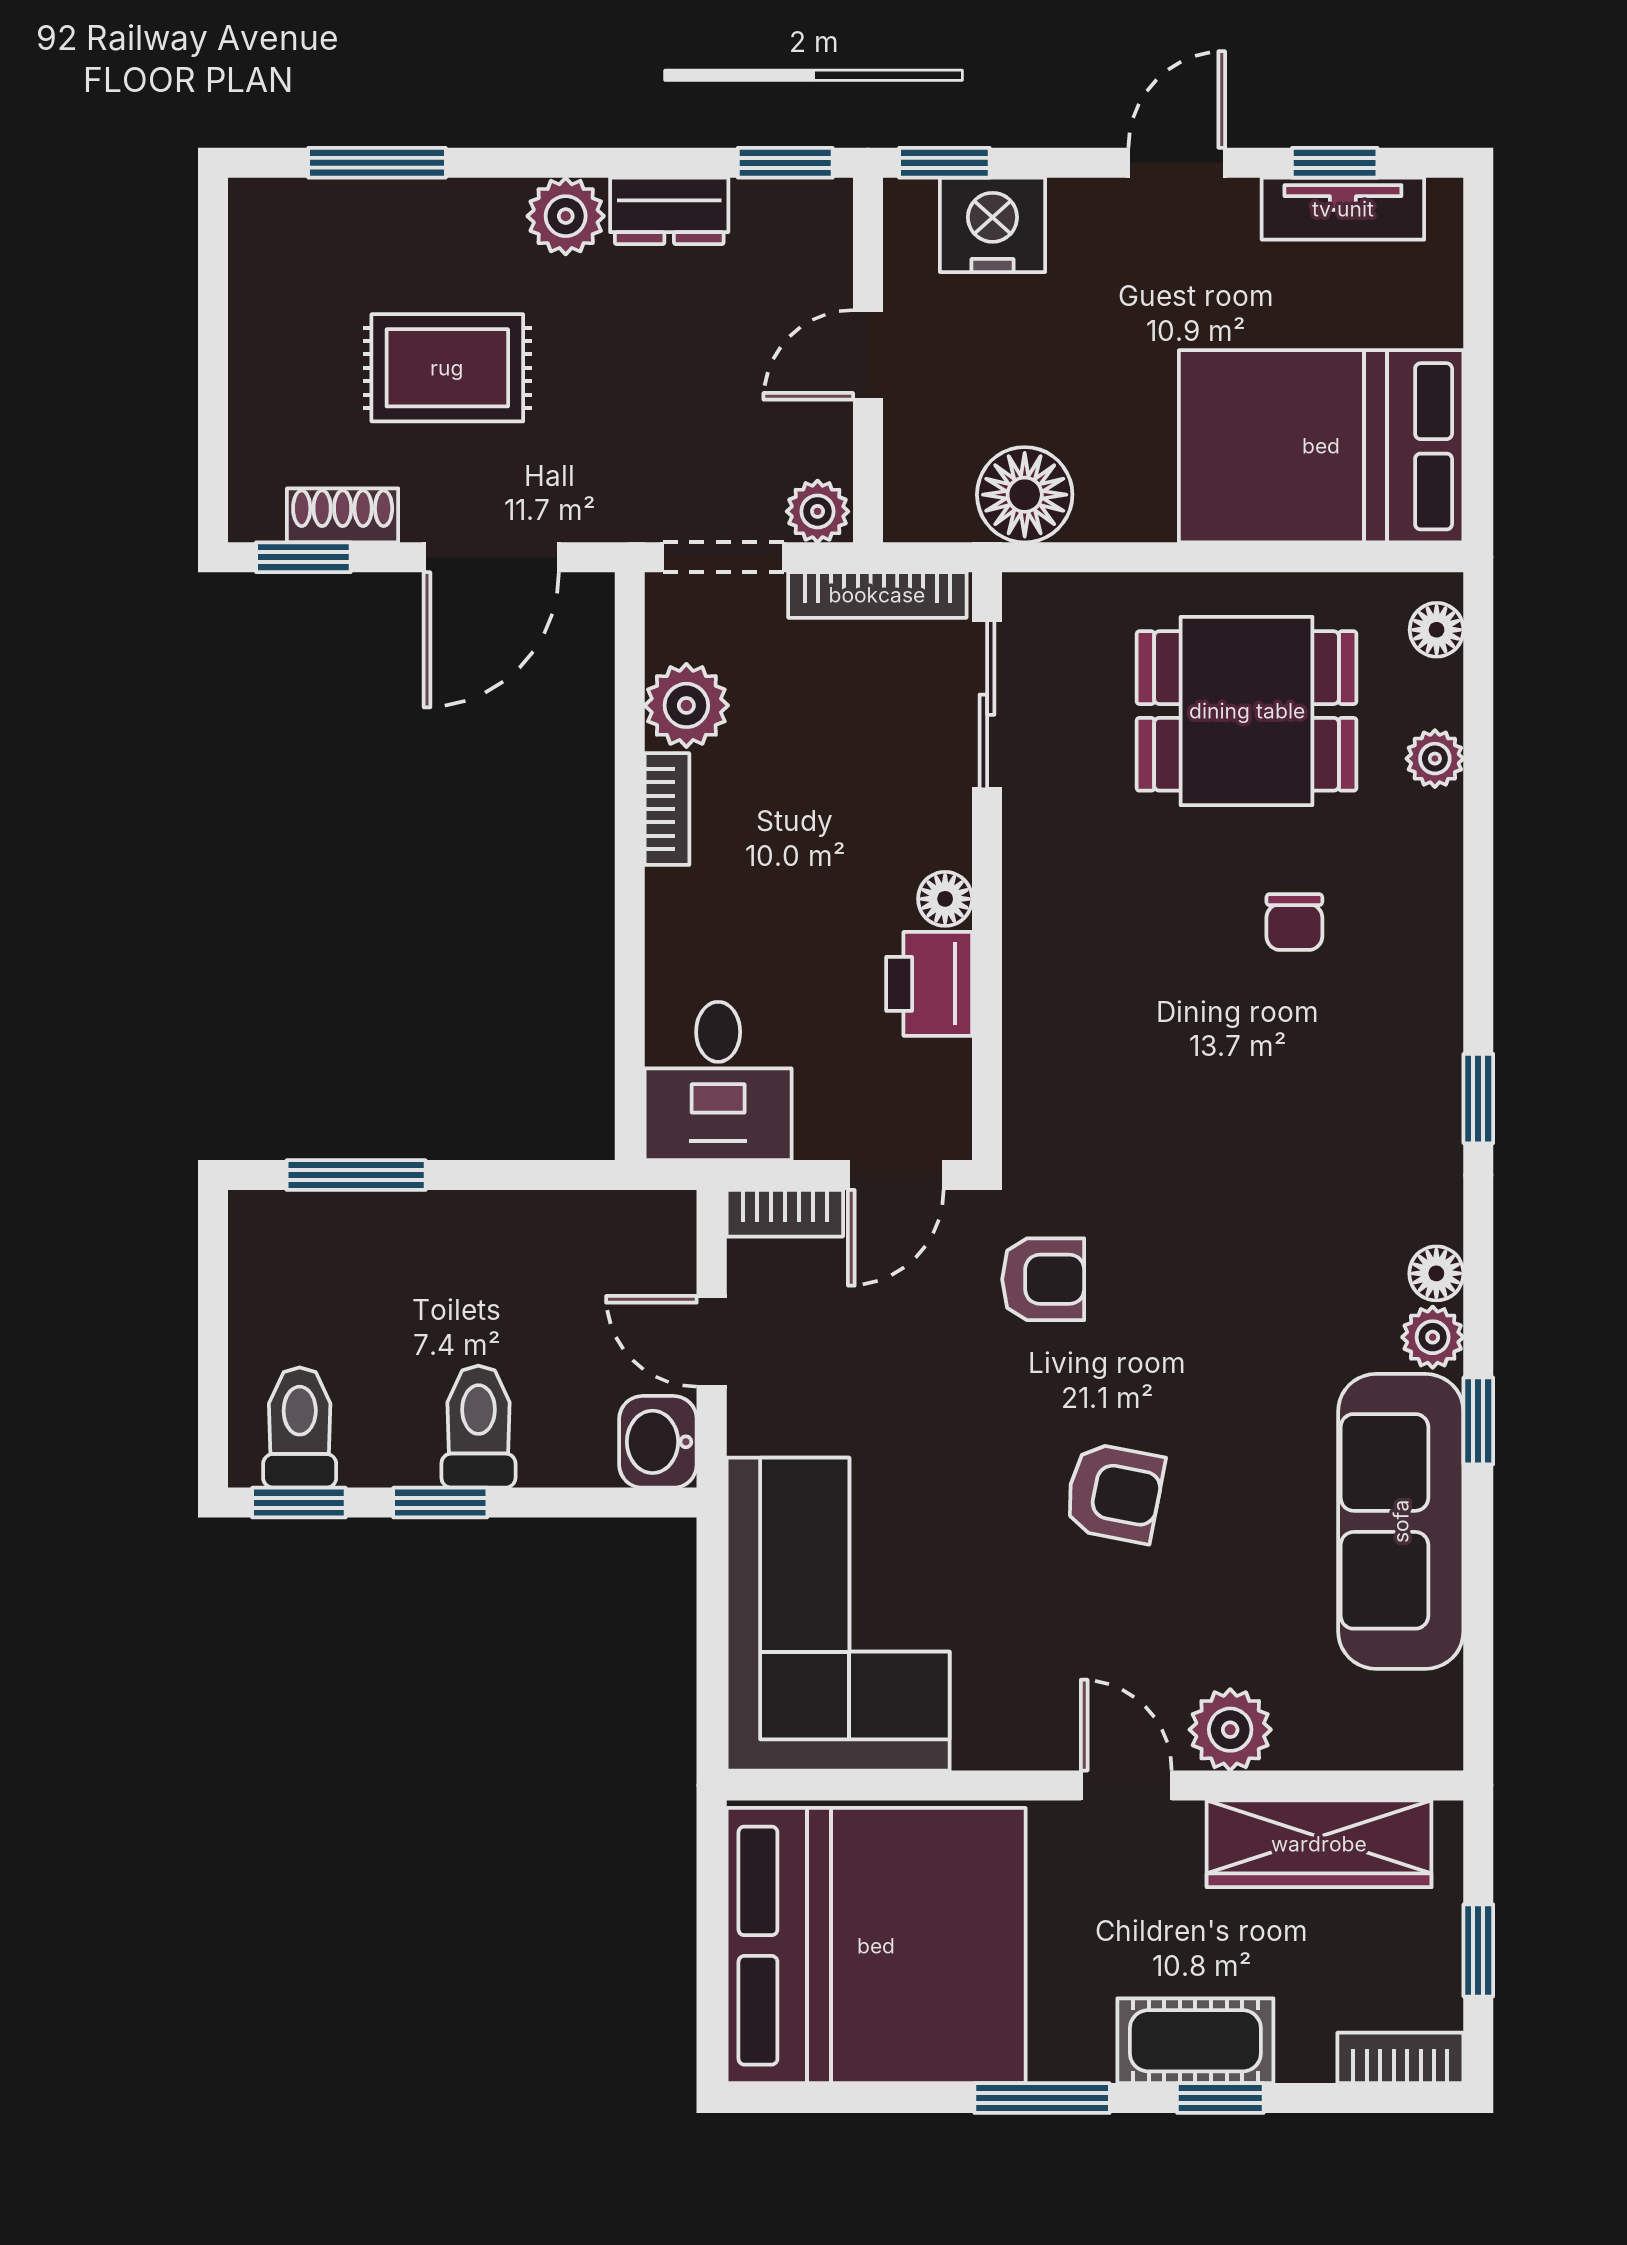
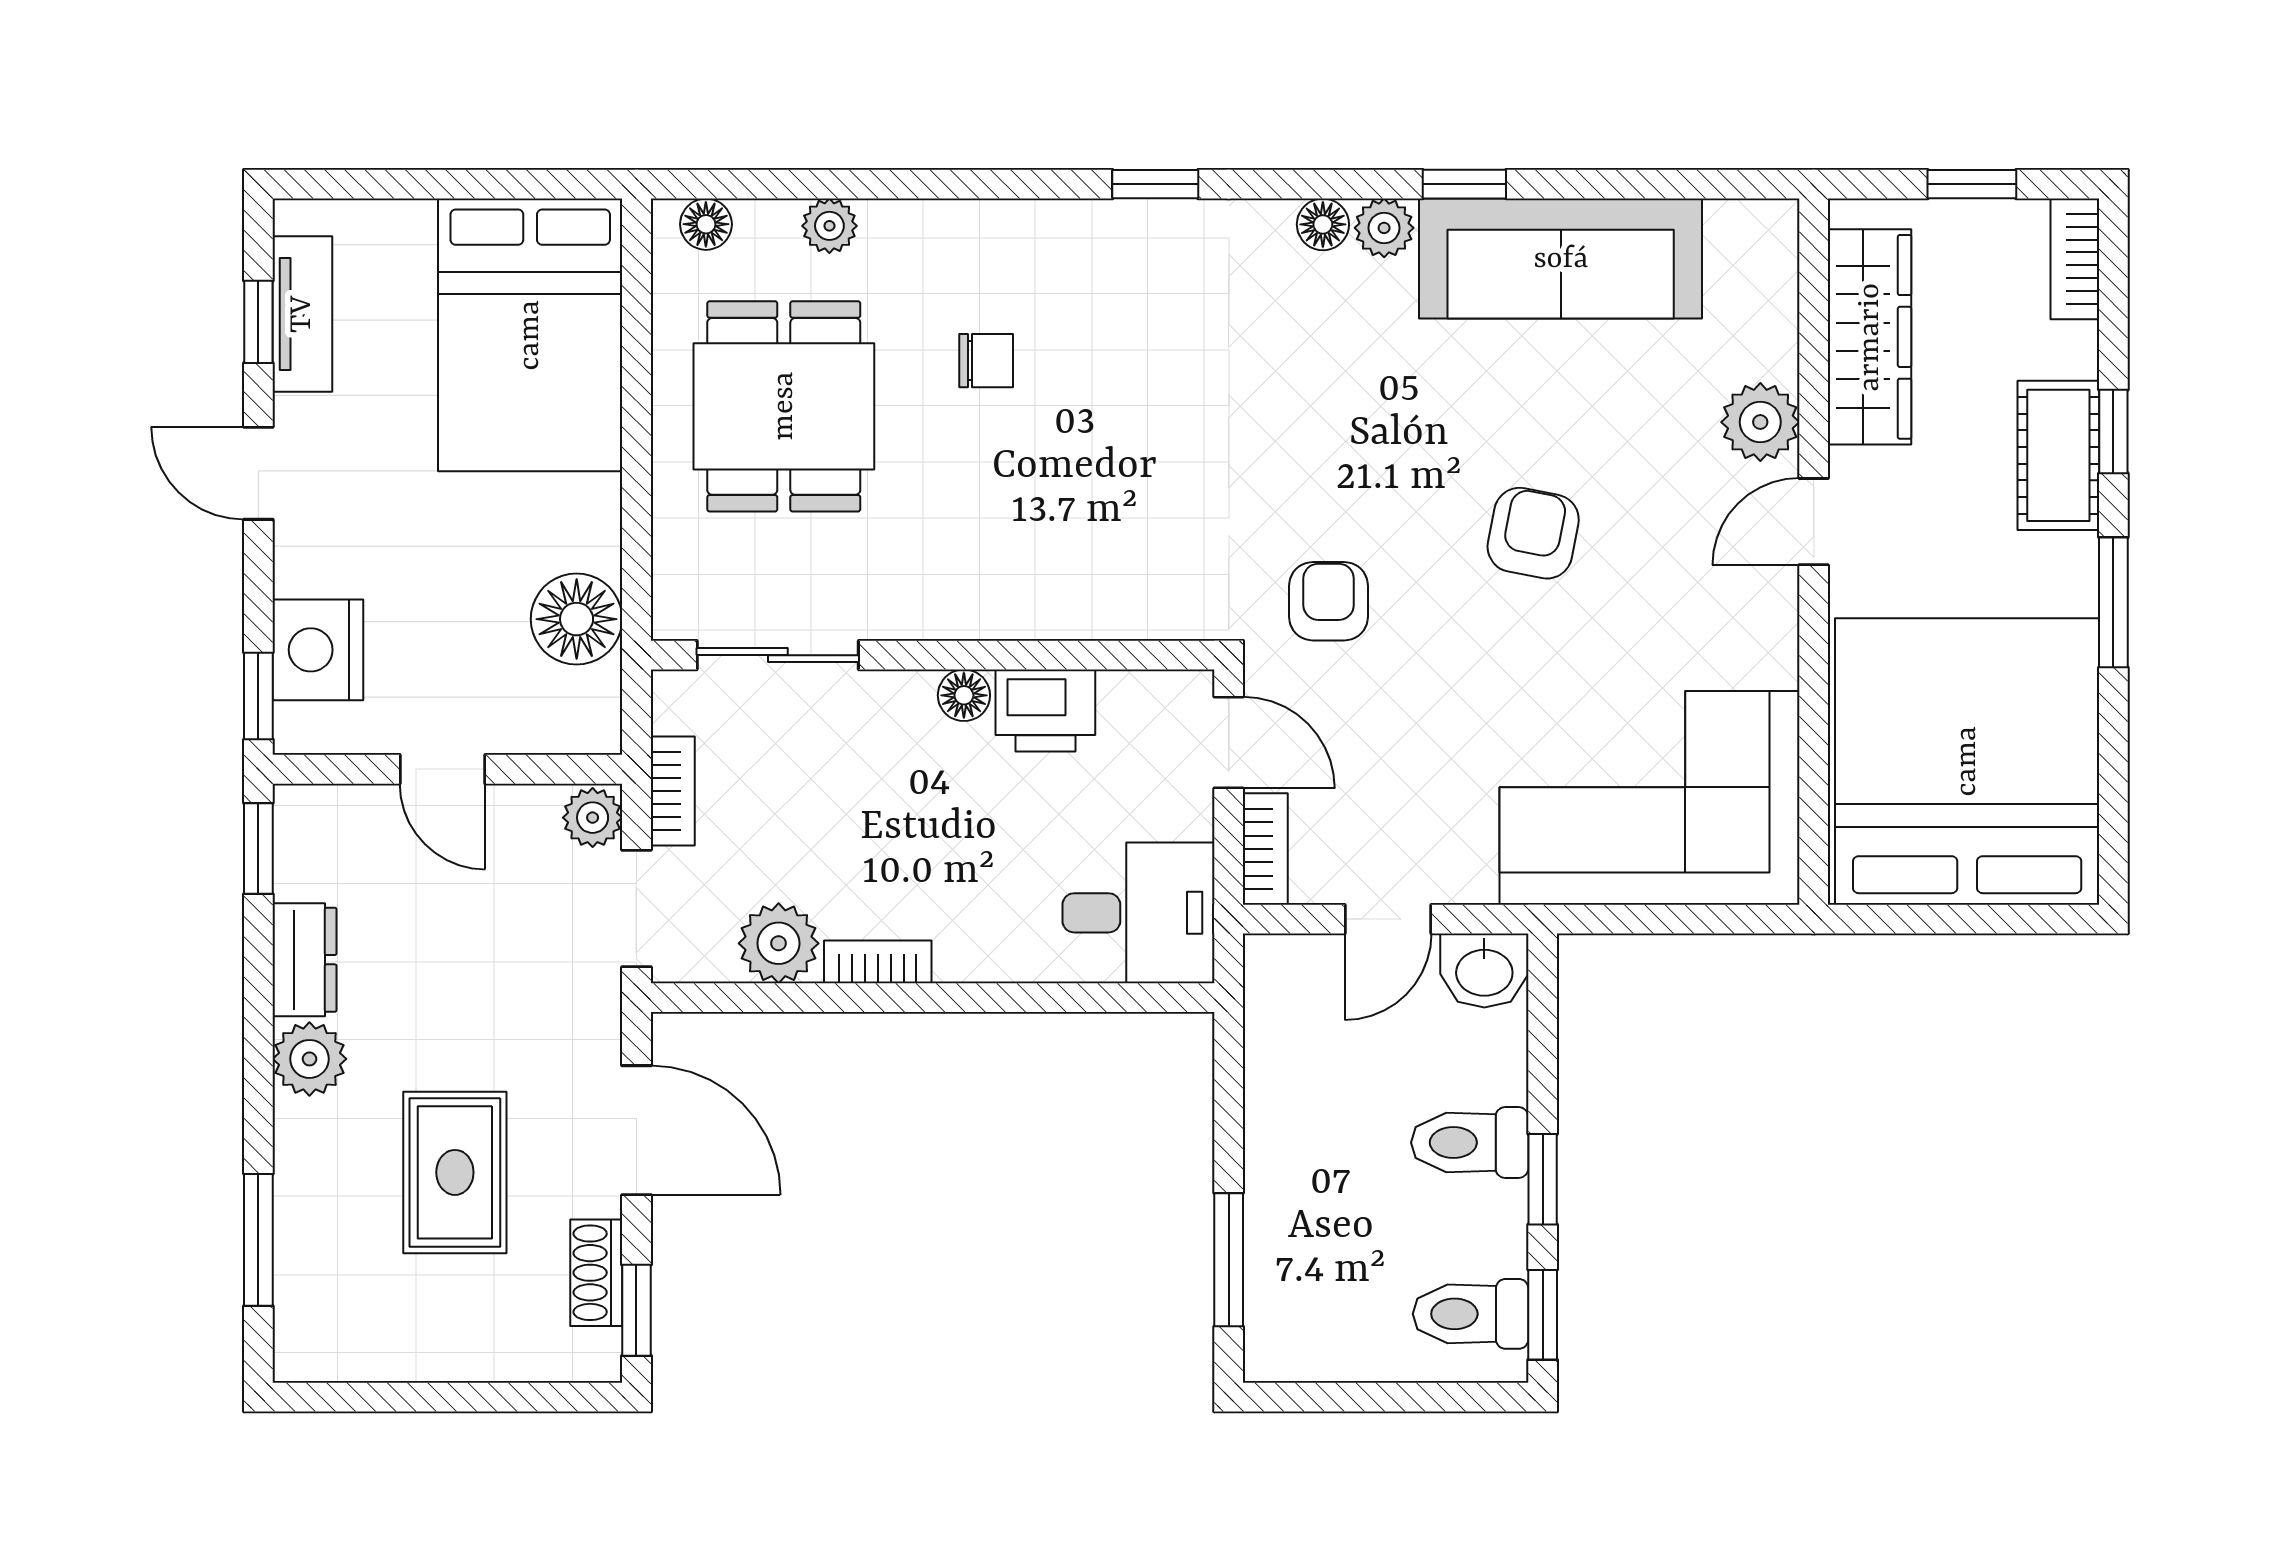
bookcase: (877, 595) -> (673, 791), width x0.64

